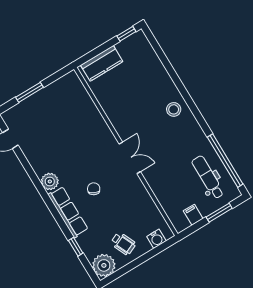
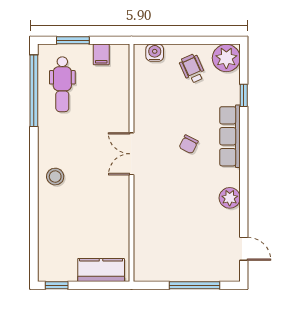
window: (30, 92) -> (194, 285), width x1.44
plant: (50, 181) -> (230, 198), moved

